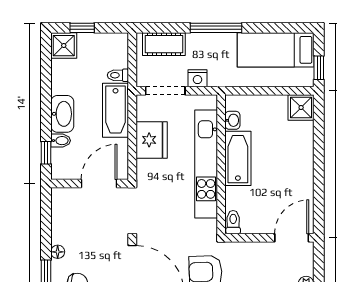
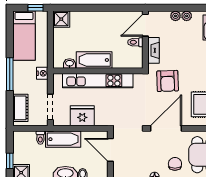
nightstand: (198, 78) -> (42, 73), moved
toilet: (233, 222) -> (135, 42), moved
door: (292, 238) -> (145, 25), hinge flipped
fireplace: (253, 250) -> (154, 50), added

